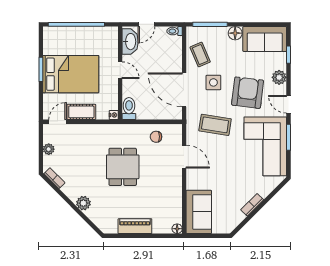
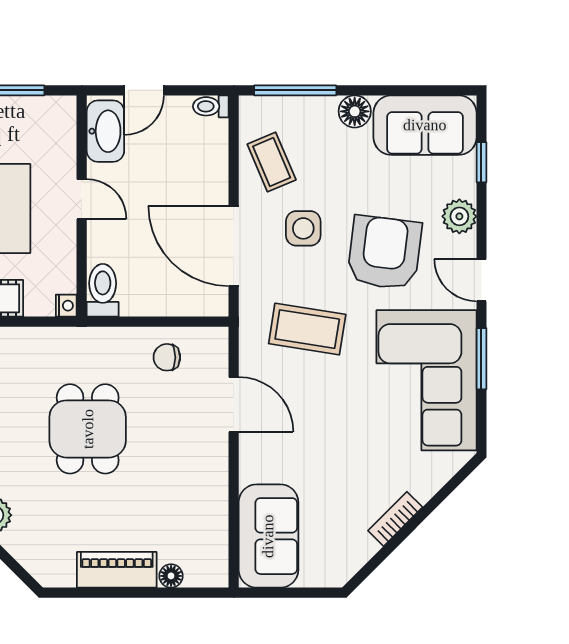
floor lamp: (177, 229) -> (171, 576), moved

